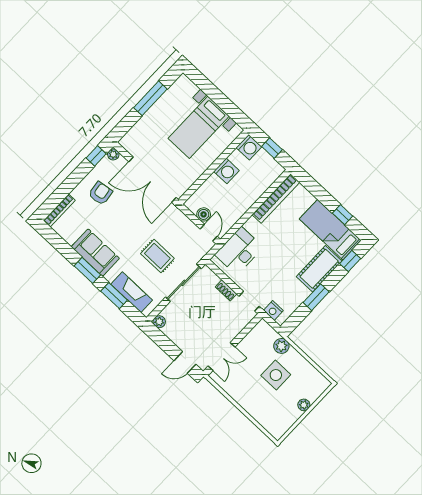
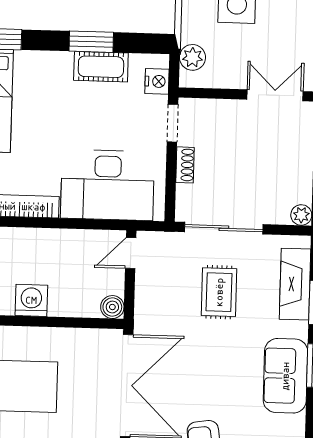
boiler: (204, 214) -> (112, 307), moved
desk: (239, 251) -> (108, 185), width x1.36, depth x1.30
cot: (319, 269) -> (101, 67), moved, width x0.73, depth x0.75
plant: (281, 346) -> (192, 57), moved

